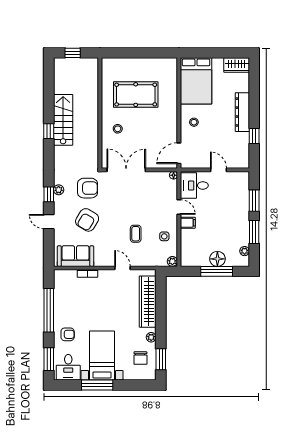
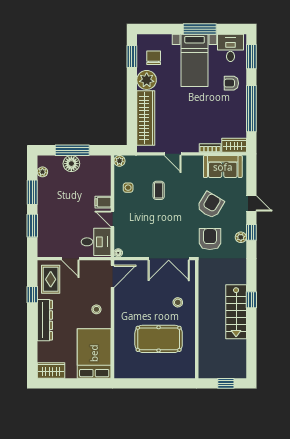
rug: (237, 150) -> (51, 279), added
armchair: (87, 188) -> (210, 239), turned 90
wardrobe: (65, 276) -> (234, 145), added
plant: (151, 337) -> (147, 80), width x1.88, depth x1.88

